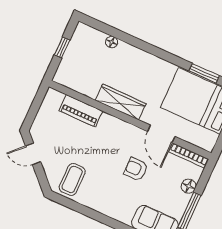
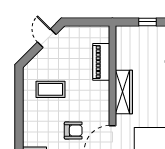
armchair: (136, 169) -> (73, 131), turned 90
coffee table: (72, 179) -> (50, 89), moved

